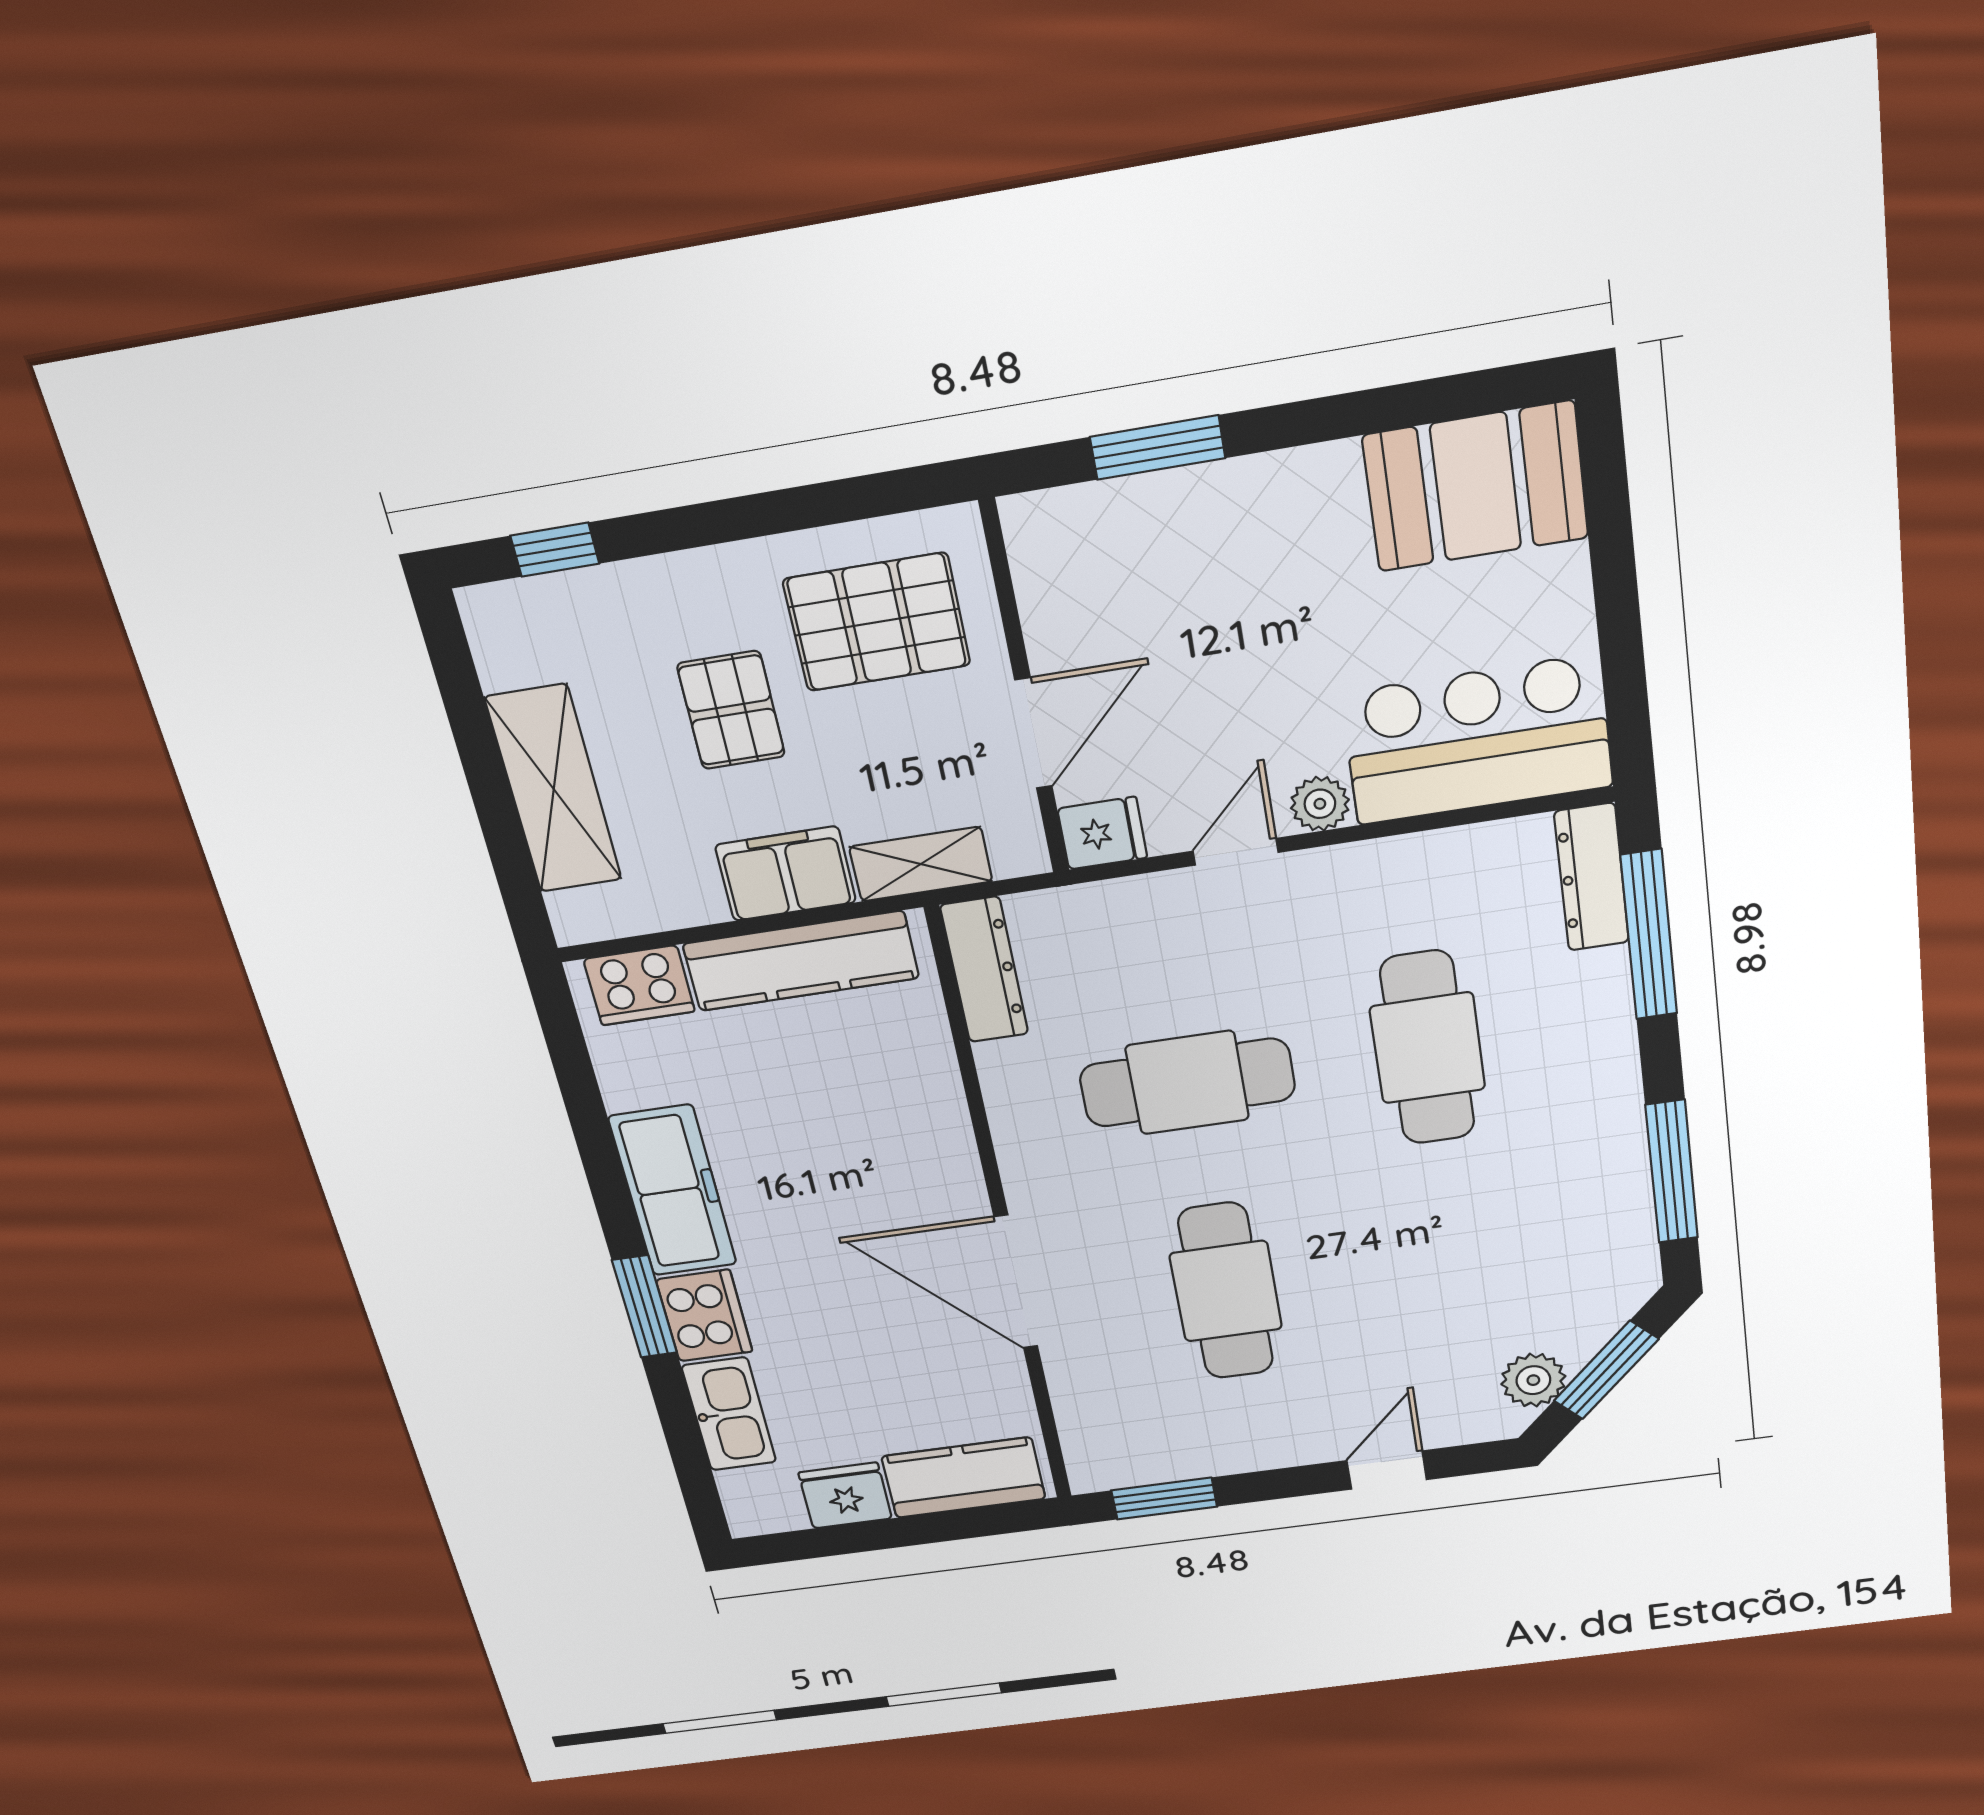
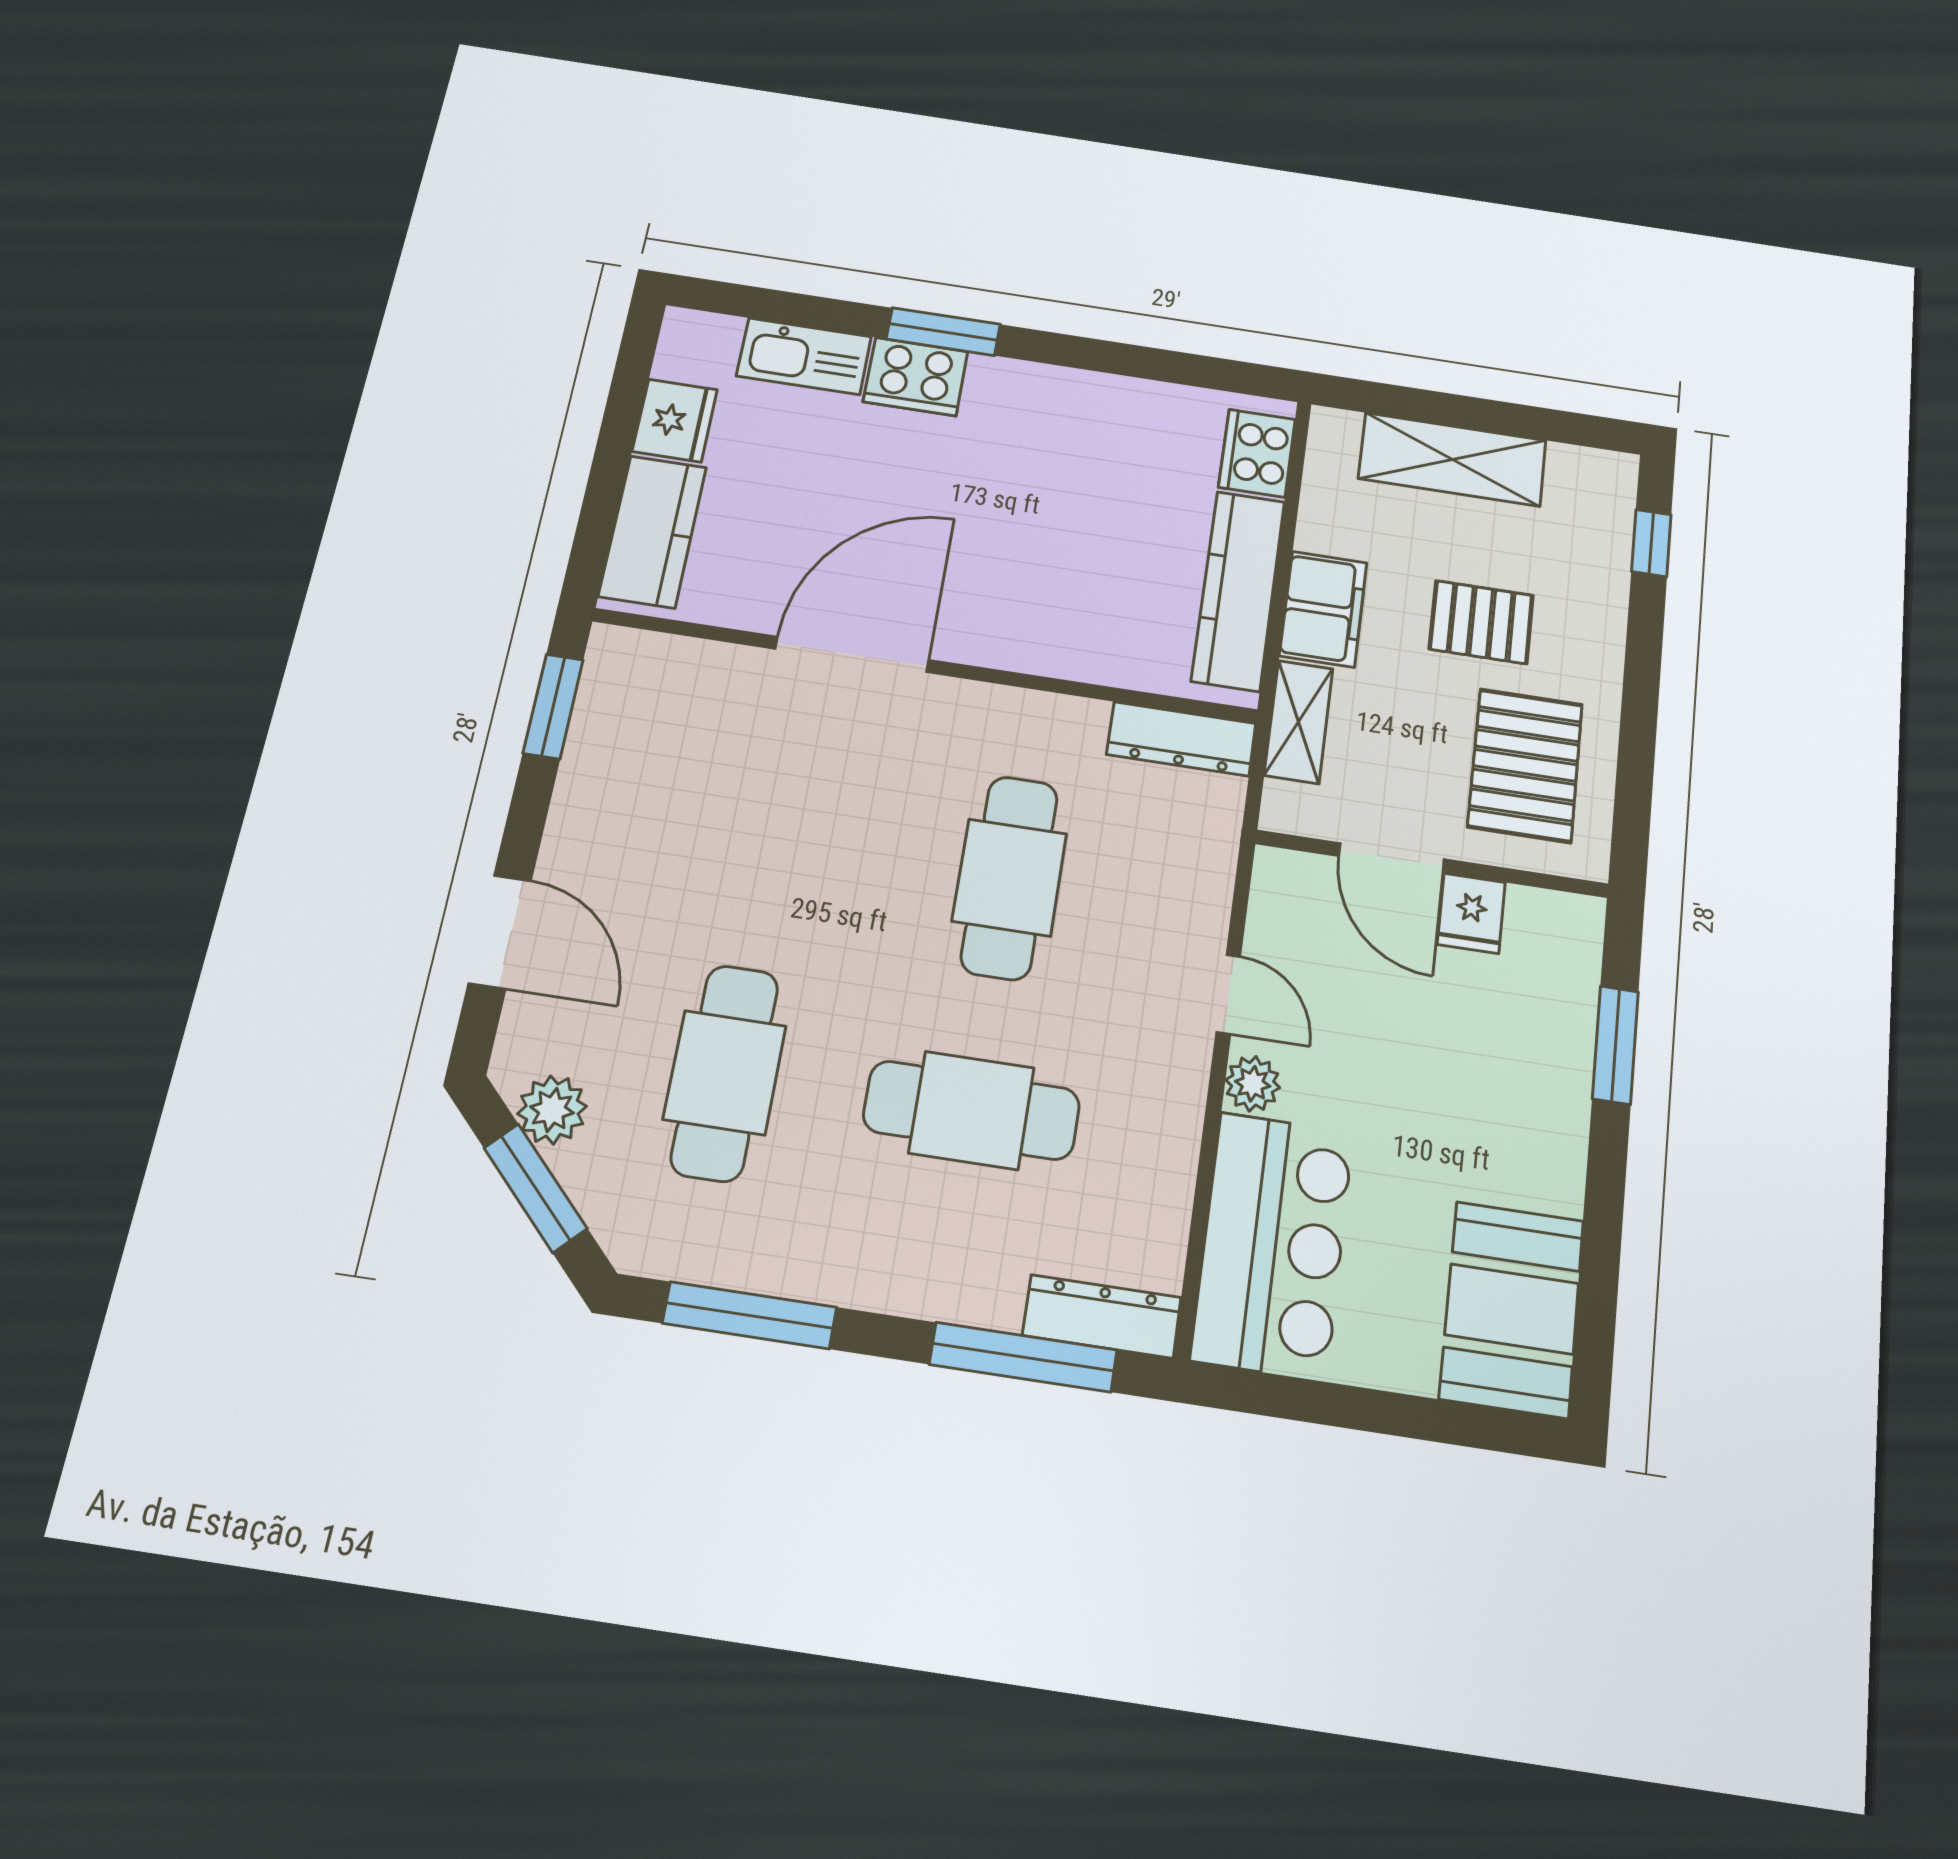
fridge: (1102, 833) -> (1471, 913), moved
freezer: (673, 1191) -> (1051, 401), removed
cafe table: (1226, 1291) -> (725, 1073), moved, turned 90
door: (1387, 1470) -> (500, 932), width x1.37

